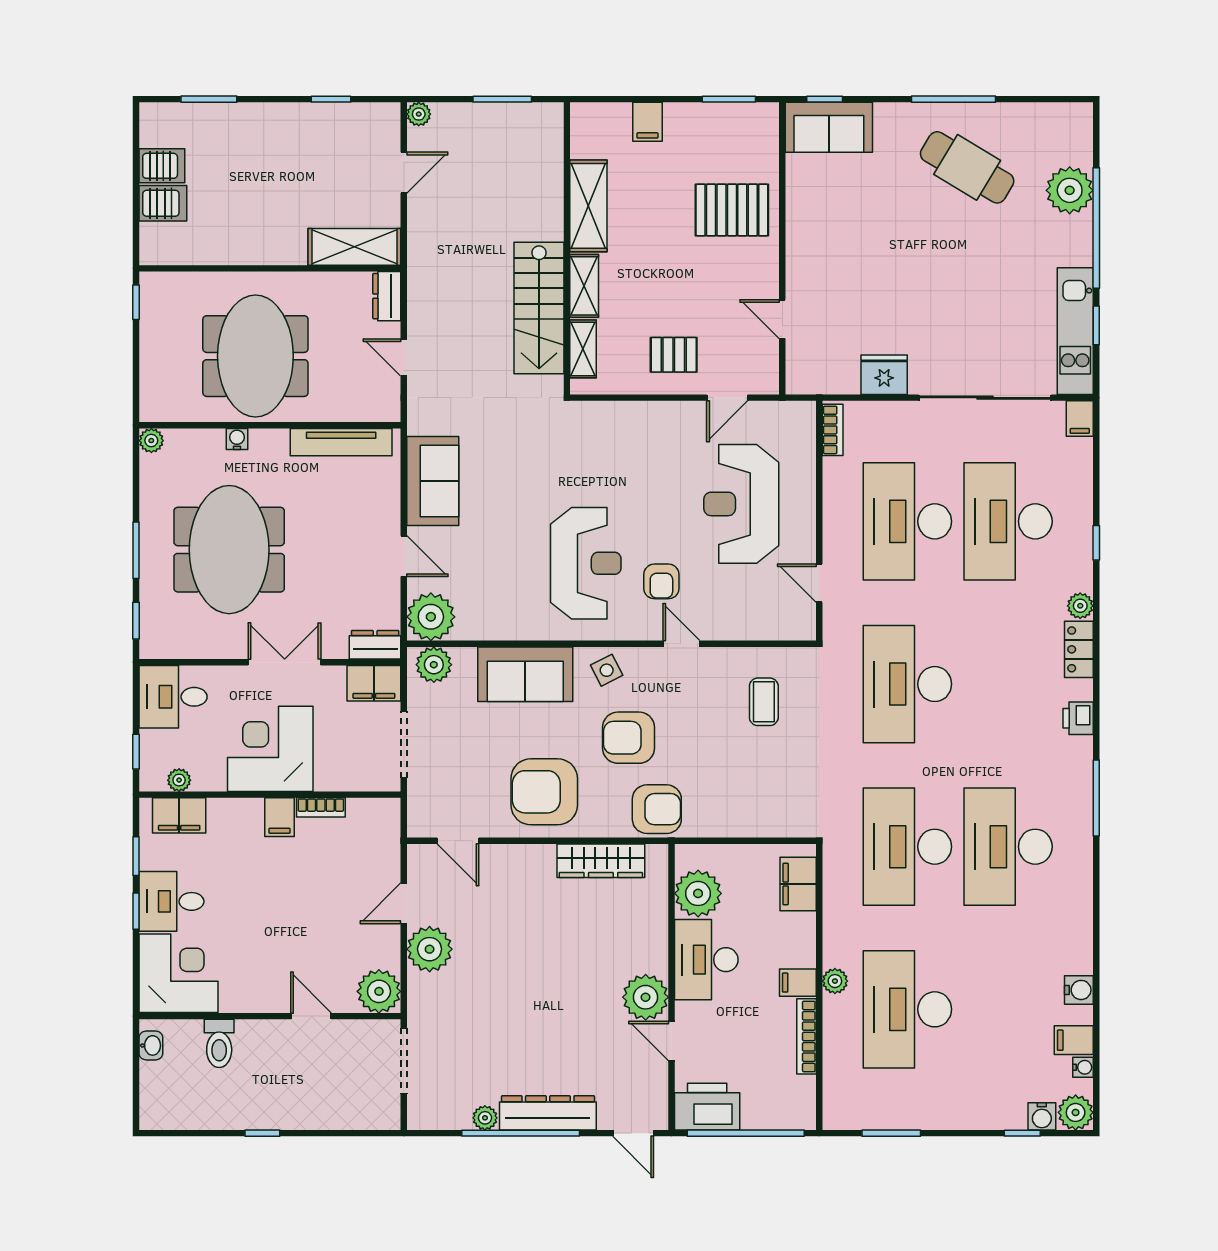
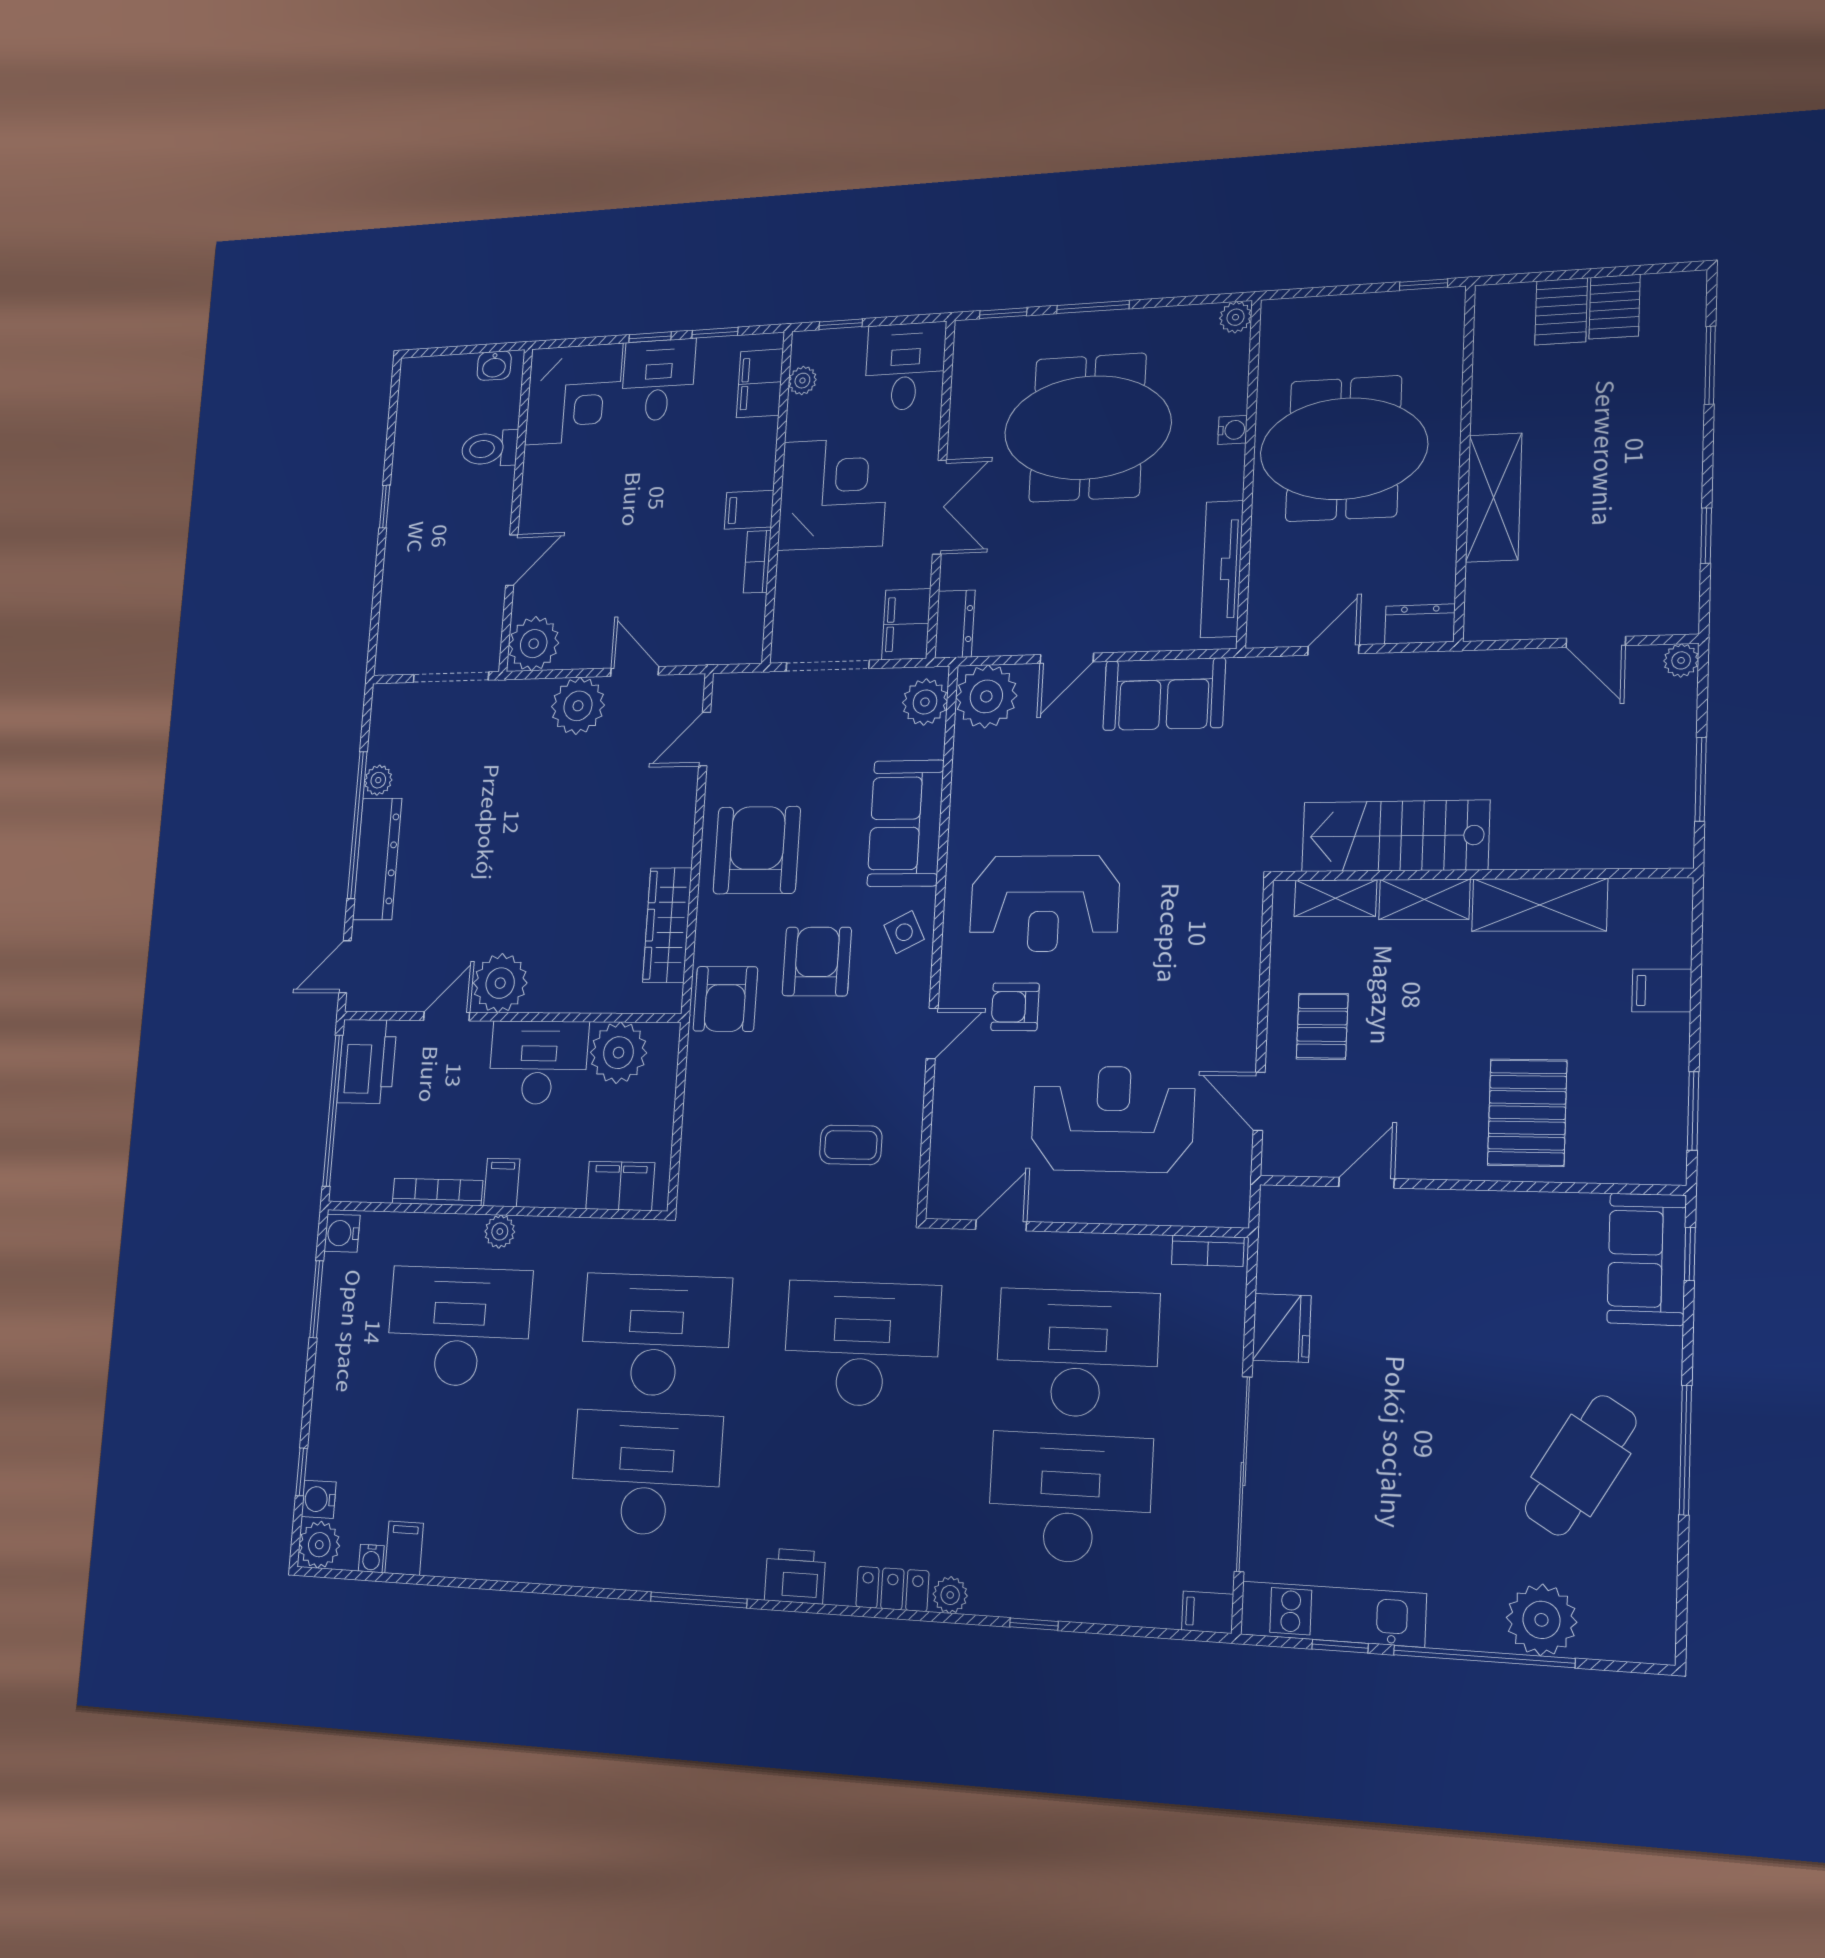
shelving: (354, 247) -> (1494, 498), moved
printer: (1078, 718) -> (795, 1576), width x1.36, depth x1.24
water cooler: (1079, 990) -> (342, 1233), moved, turned 90

